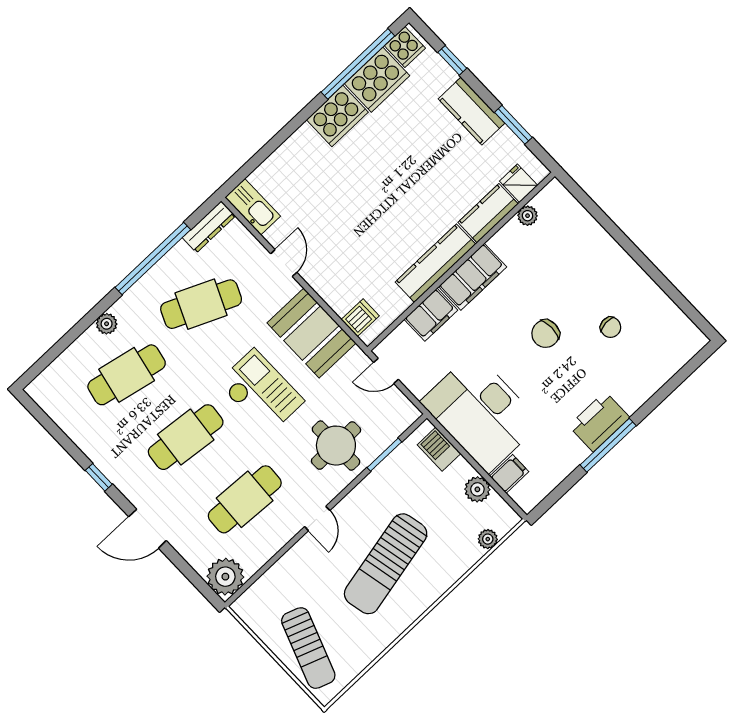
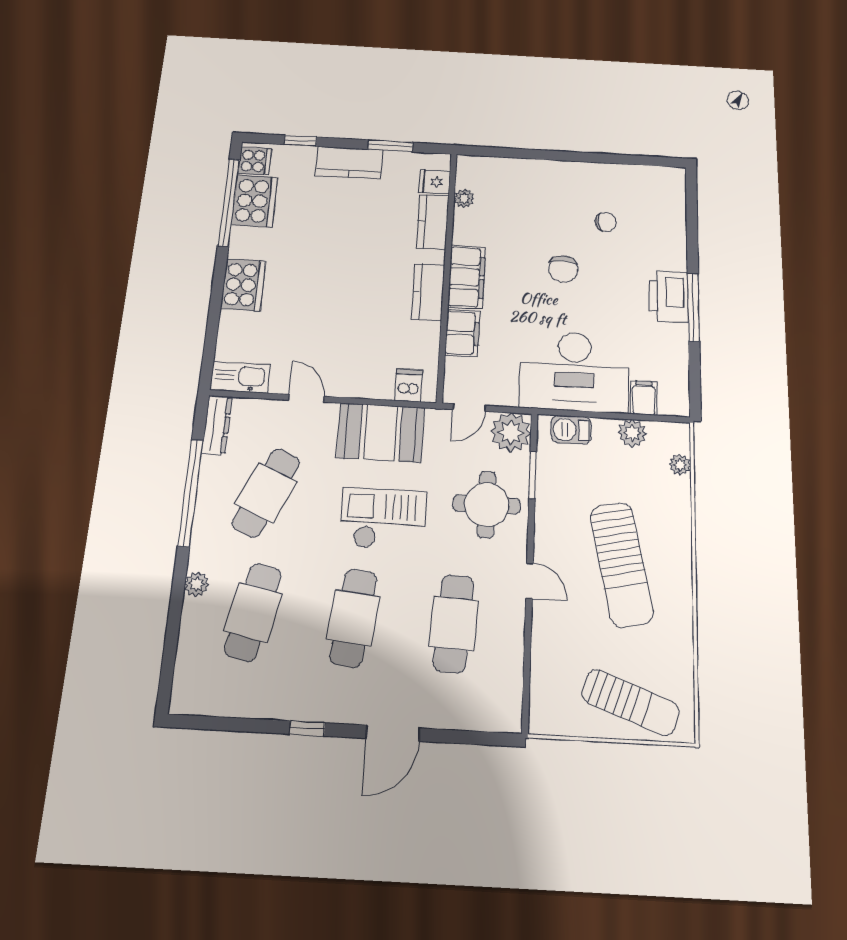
cooker: (337, 116) -> (243, 285), moved
kitchen counter: (435, 263) -> (428, 292), width x0.67
plant: (225, 577) -> (511, 432), moved

